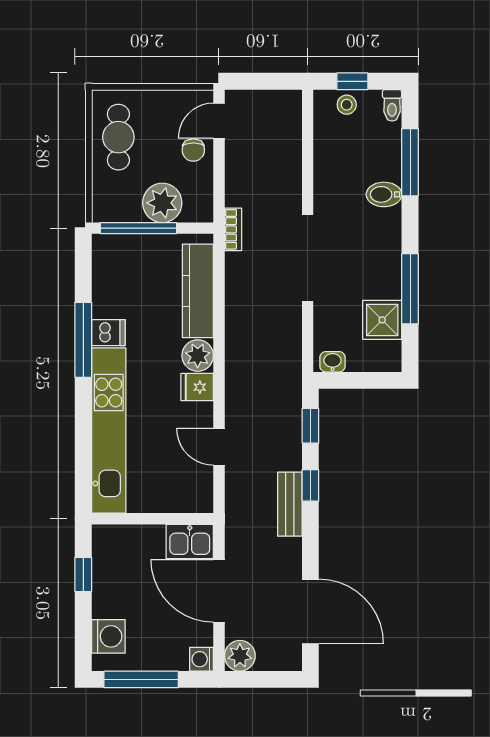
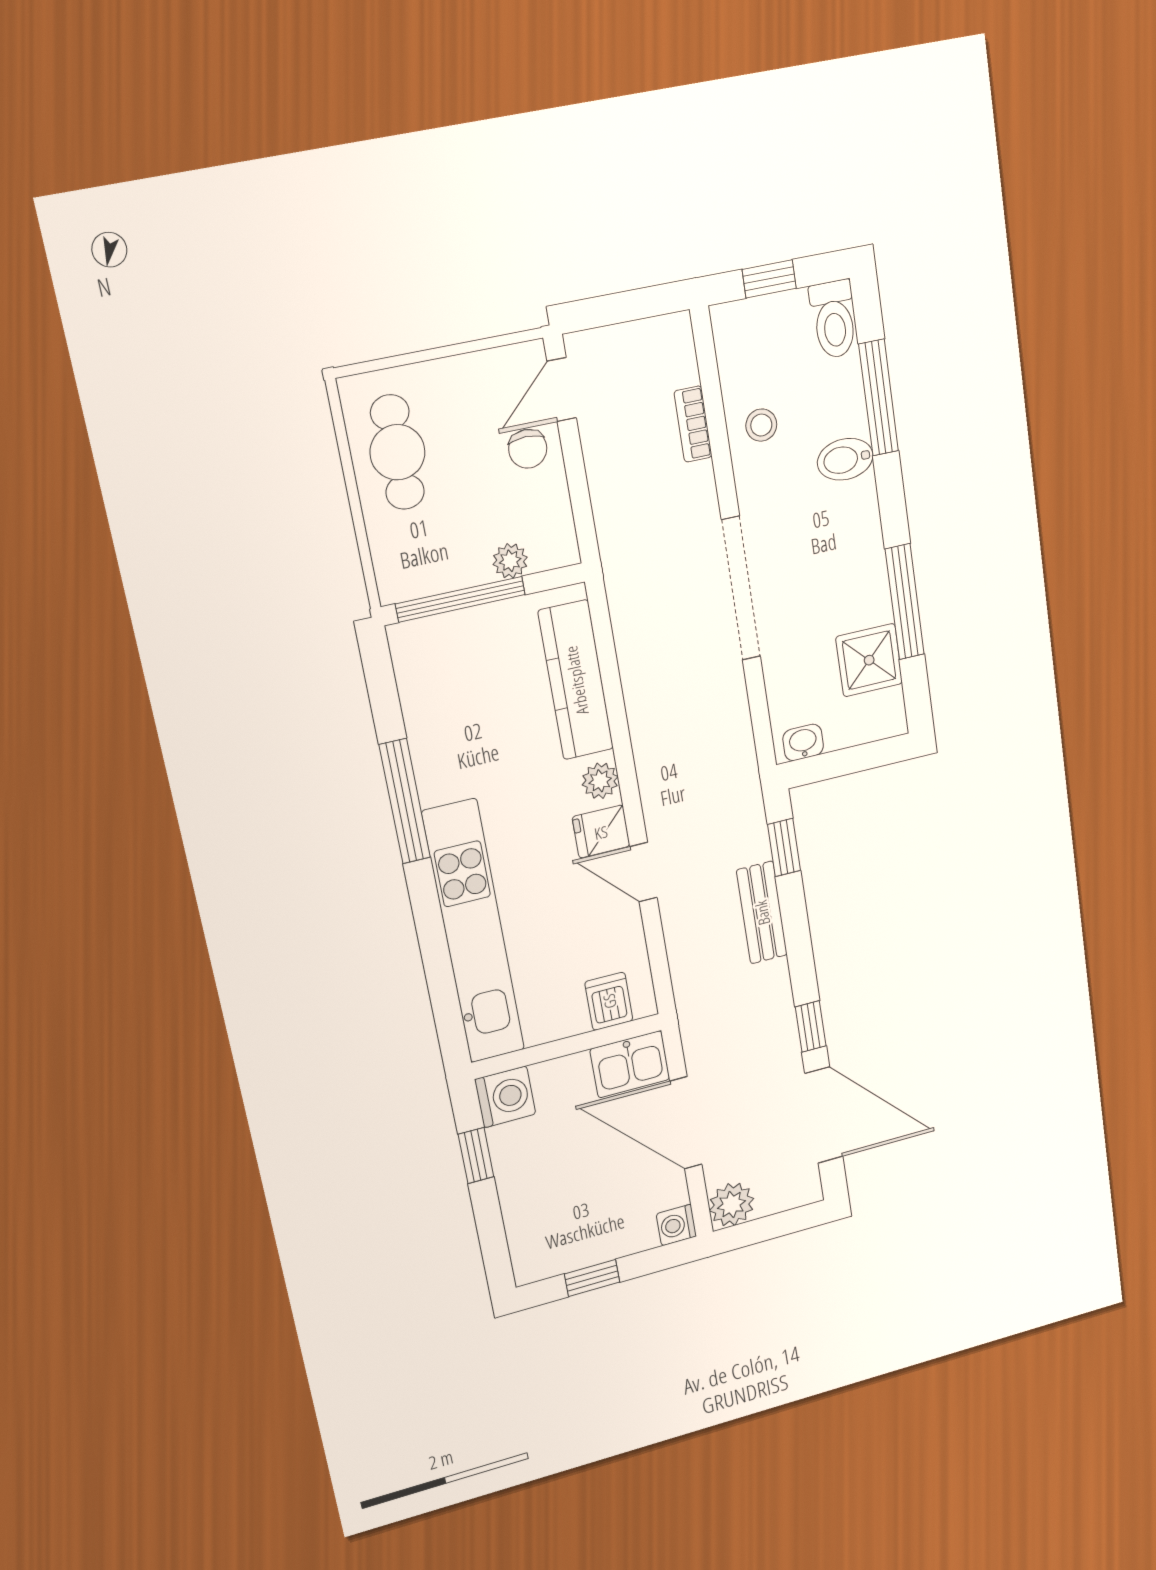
stool: (347, 105) -> (761, 425), moved
toilet: (392, 105) -> (834, 319), width x1.37, depth x1.39
plant: (162, 203) -> (510, 561), width x0.53, depth x0.53
bookcase: (233, 229) -> (693, 424), moved, turned 180
dishwasher: (108, 333) -> (609, 1001), moved, turned -90
plant: (198, 356) -> (600, 781), width x0.73, depth x0.73
door: (219, 447) -> (643, 872), moved
window: (310, 485) -> (811, 1026), moved
bench: (290, 504) -> (762, 913), moved
washing machine: (108, 636) -> (505, 1097), moved
window: (141, 679) -> (592, 1278), width x0.46

